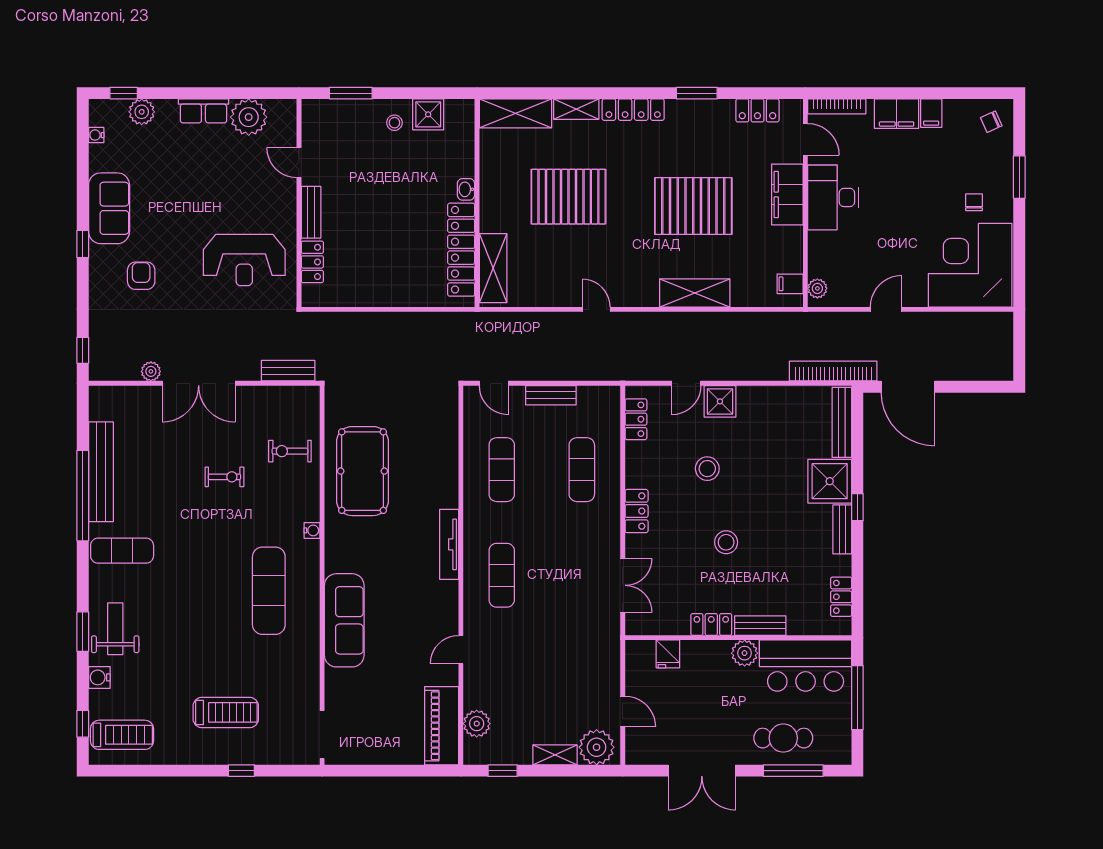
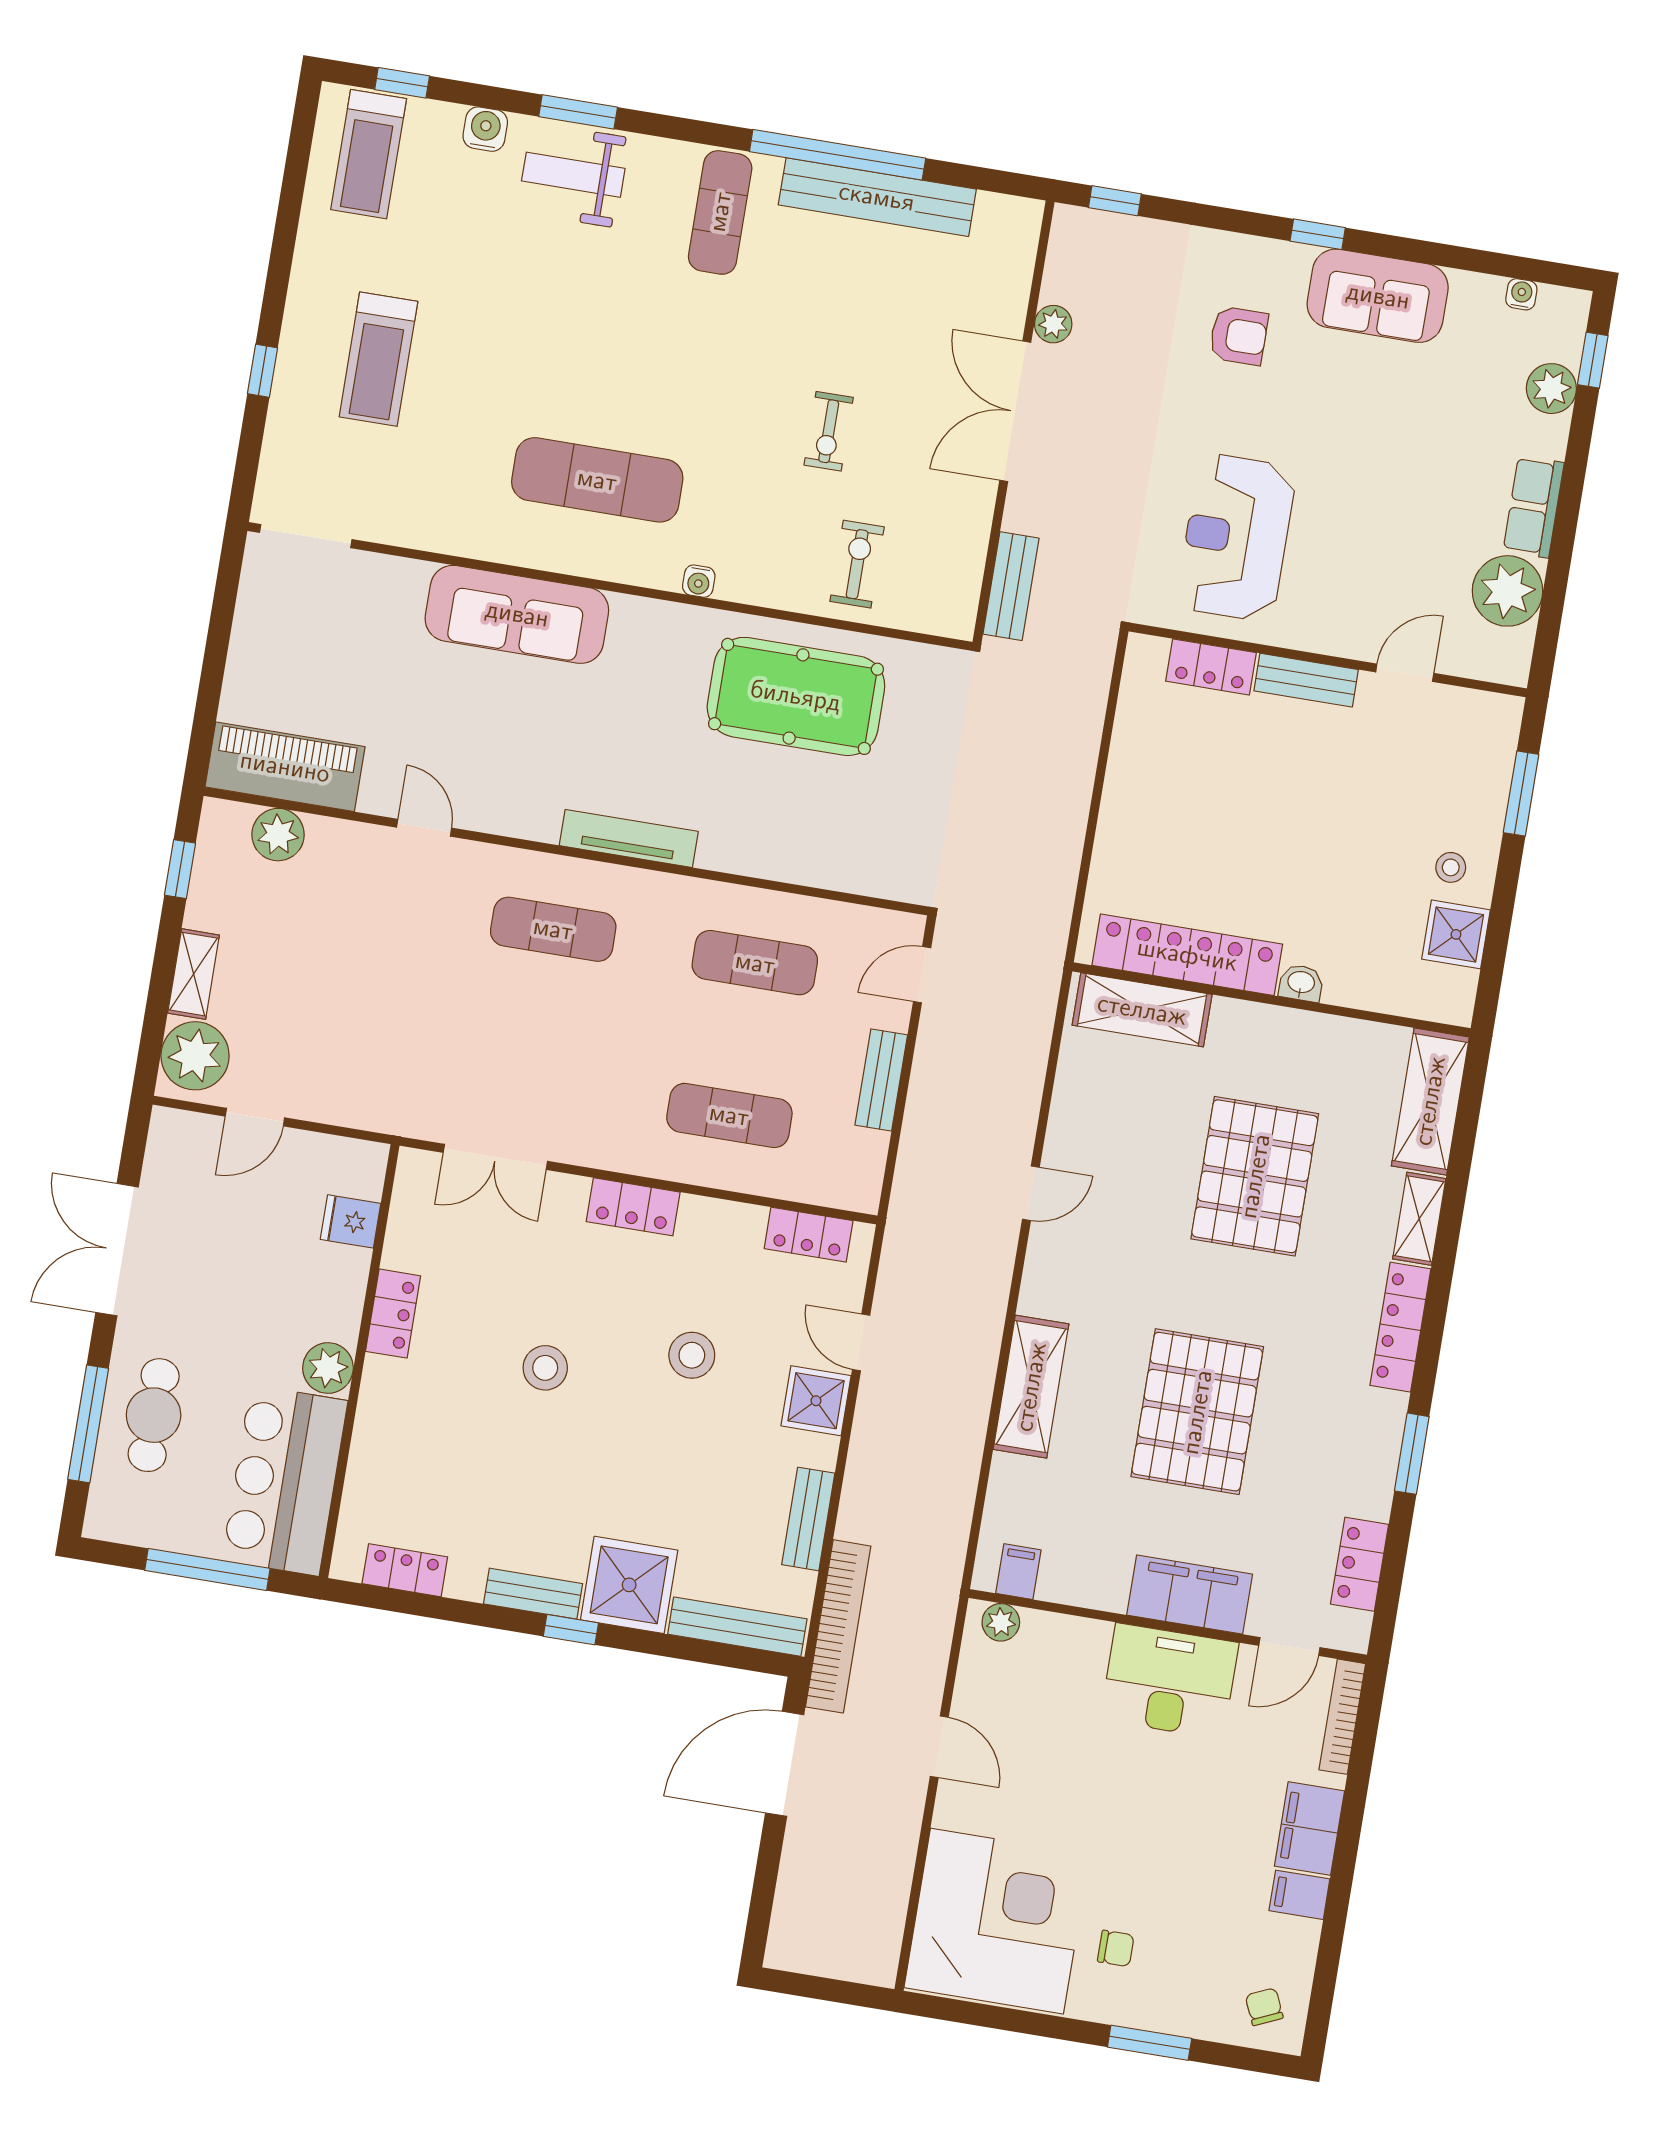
bench: (760, 626) -> (808, 1519), moved
weight bench: (115, 629) -> (573, 175), turned 180

